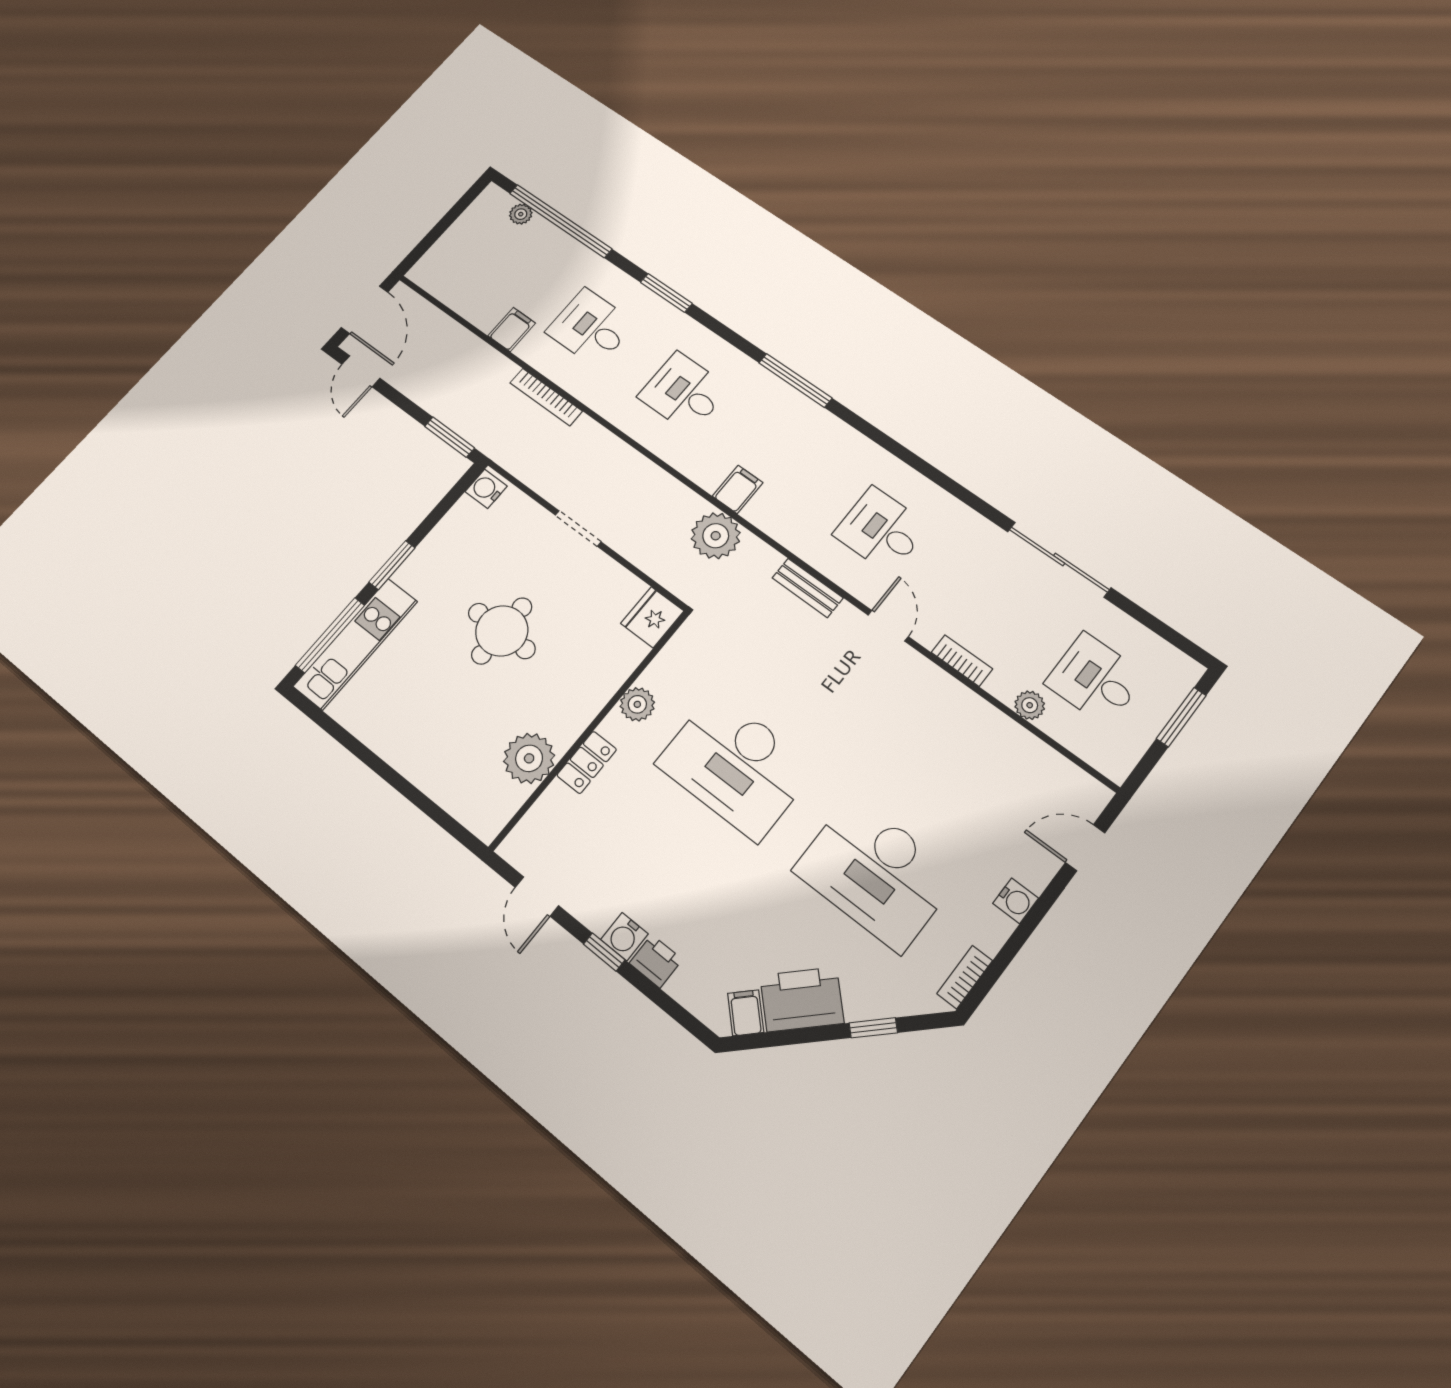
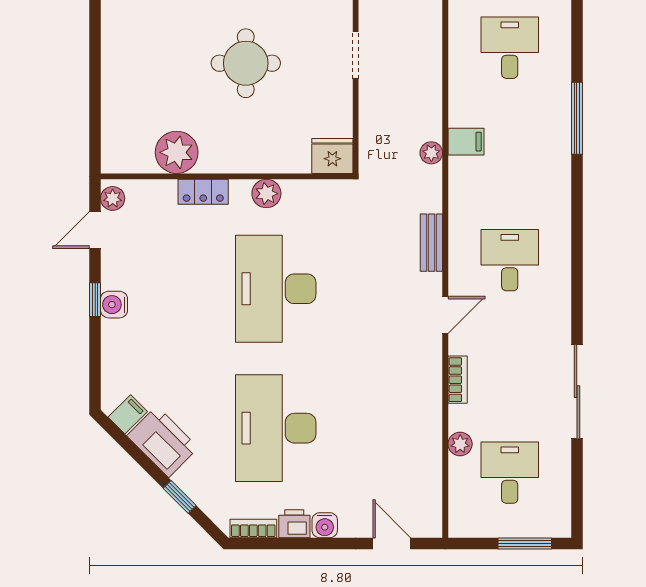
plant: (716, 536) -> (431, 153), width x0.53, depth x0.53
plant: (521, 855) -> (113, 198), added
printer: (656, 961) -> (294, 524), moved, turned -90

